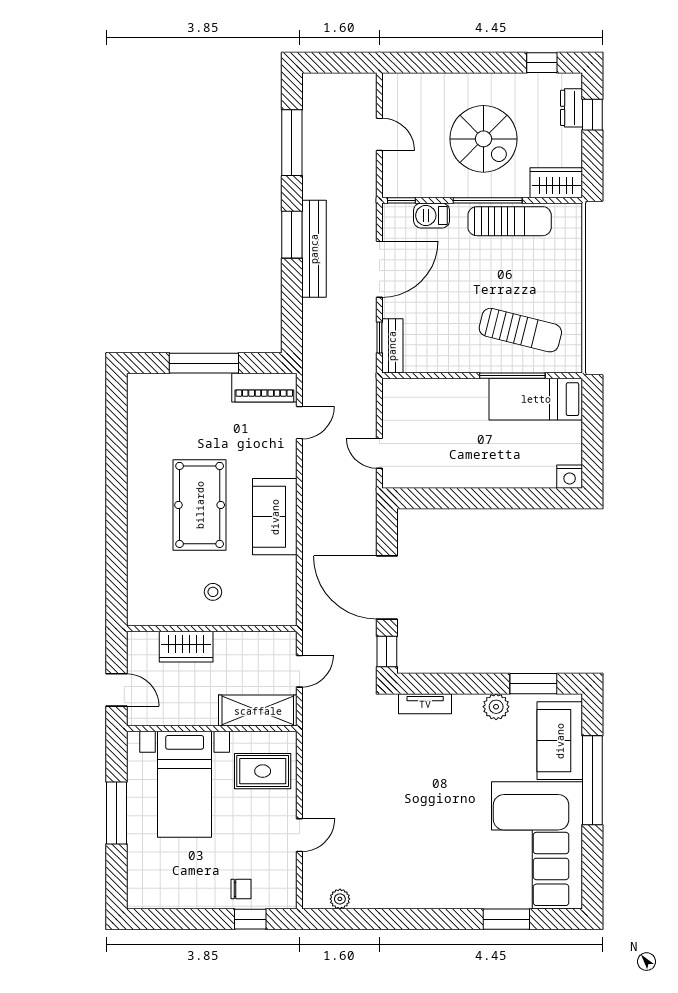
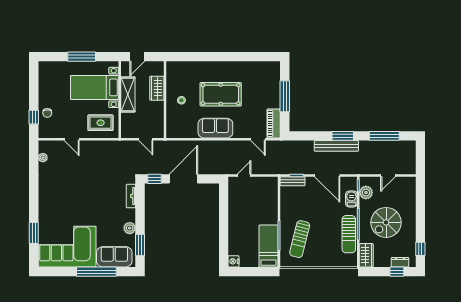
plant: (417, 183) -> (366, 193), added
shelving: (258, 711) -> (128, 94), moved
rug: (263, 771) -> (101, 123), turned 90

